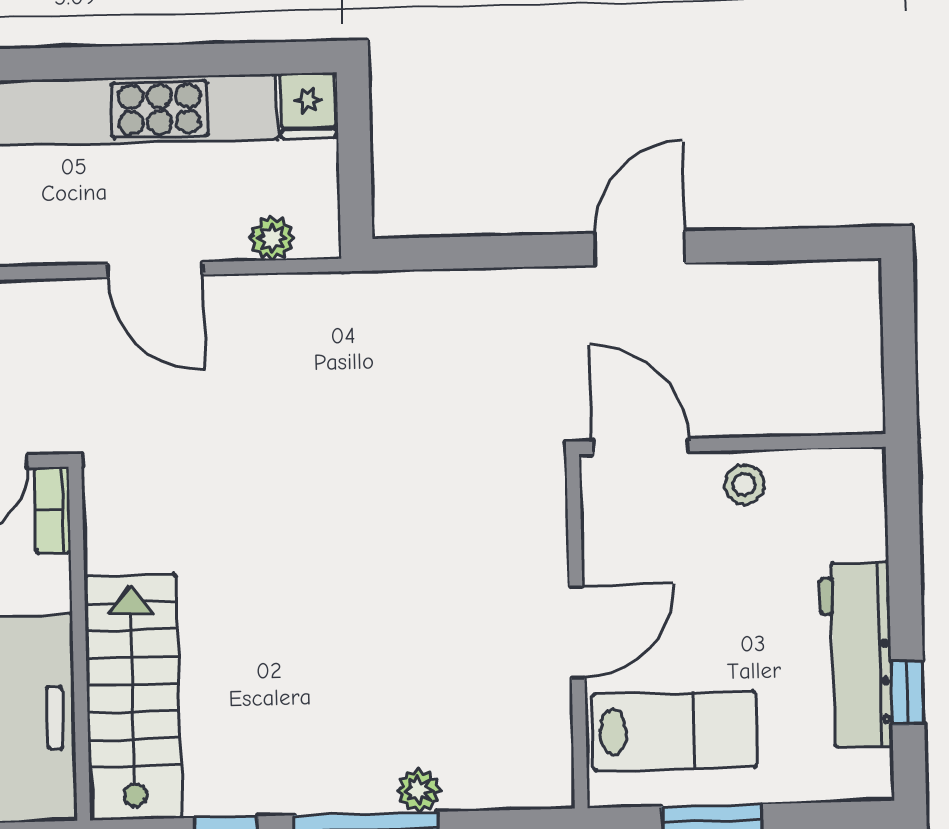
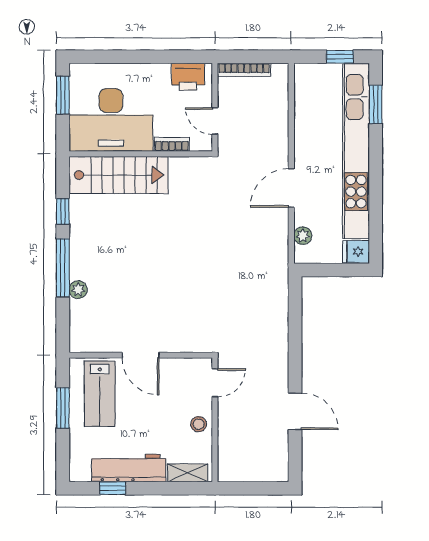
door: (640, 248) -> (295, 411), moved
door: (641, 446) -> (215, 383), width x0.73
shelving: (865, 509) -> (188, 473), added
bookcase: (53, 510) -> (172, 144), moved

